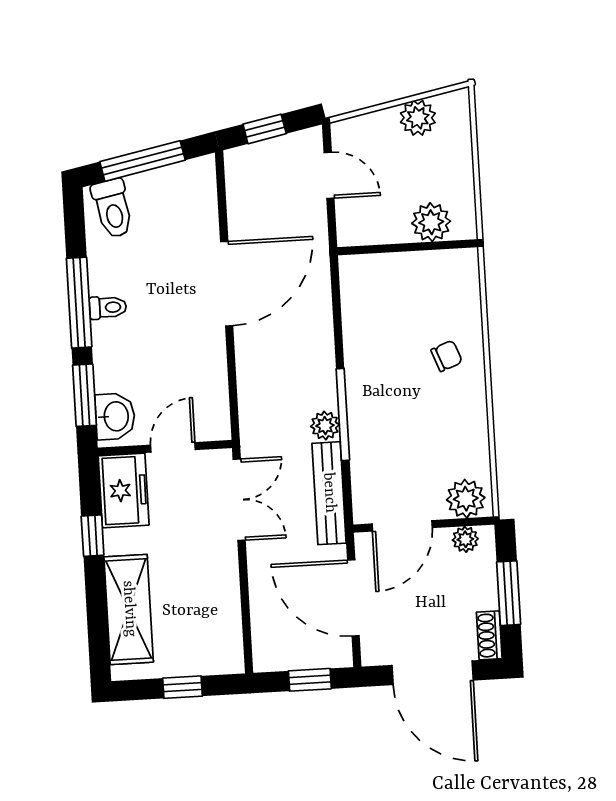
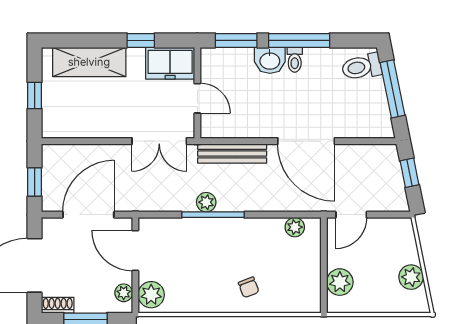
door: (329, 175) -> (351, 215), moved
plant: (354, 293) -> (295, 227), added
washbasin: (115, 416) -> (270, 60), moved
bench: (329, 493) -> (232, 154), moved

